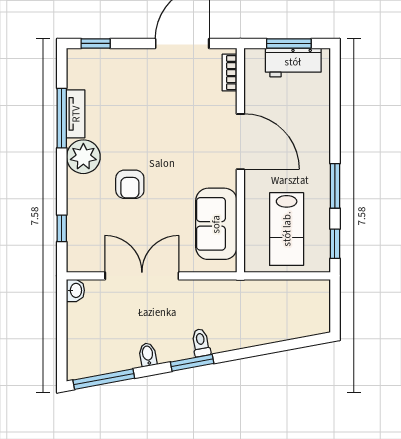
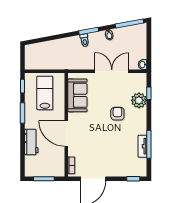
workbench: (293, 62) -> (31, 142), moved, turned 90
plant: (83, 157) -> (139, 100), moved
double door: (142, 276) -> (112, 71), swing flipped

